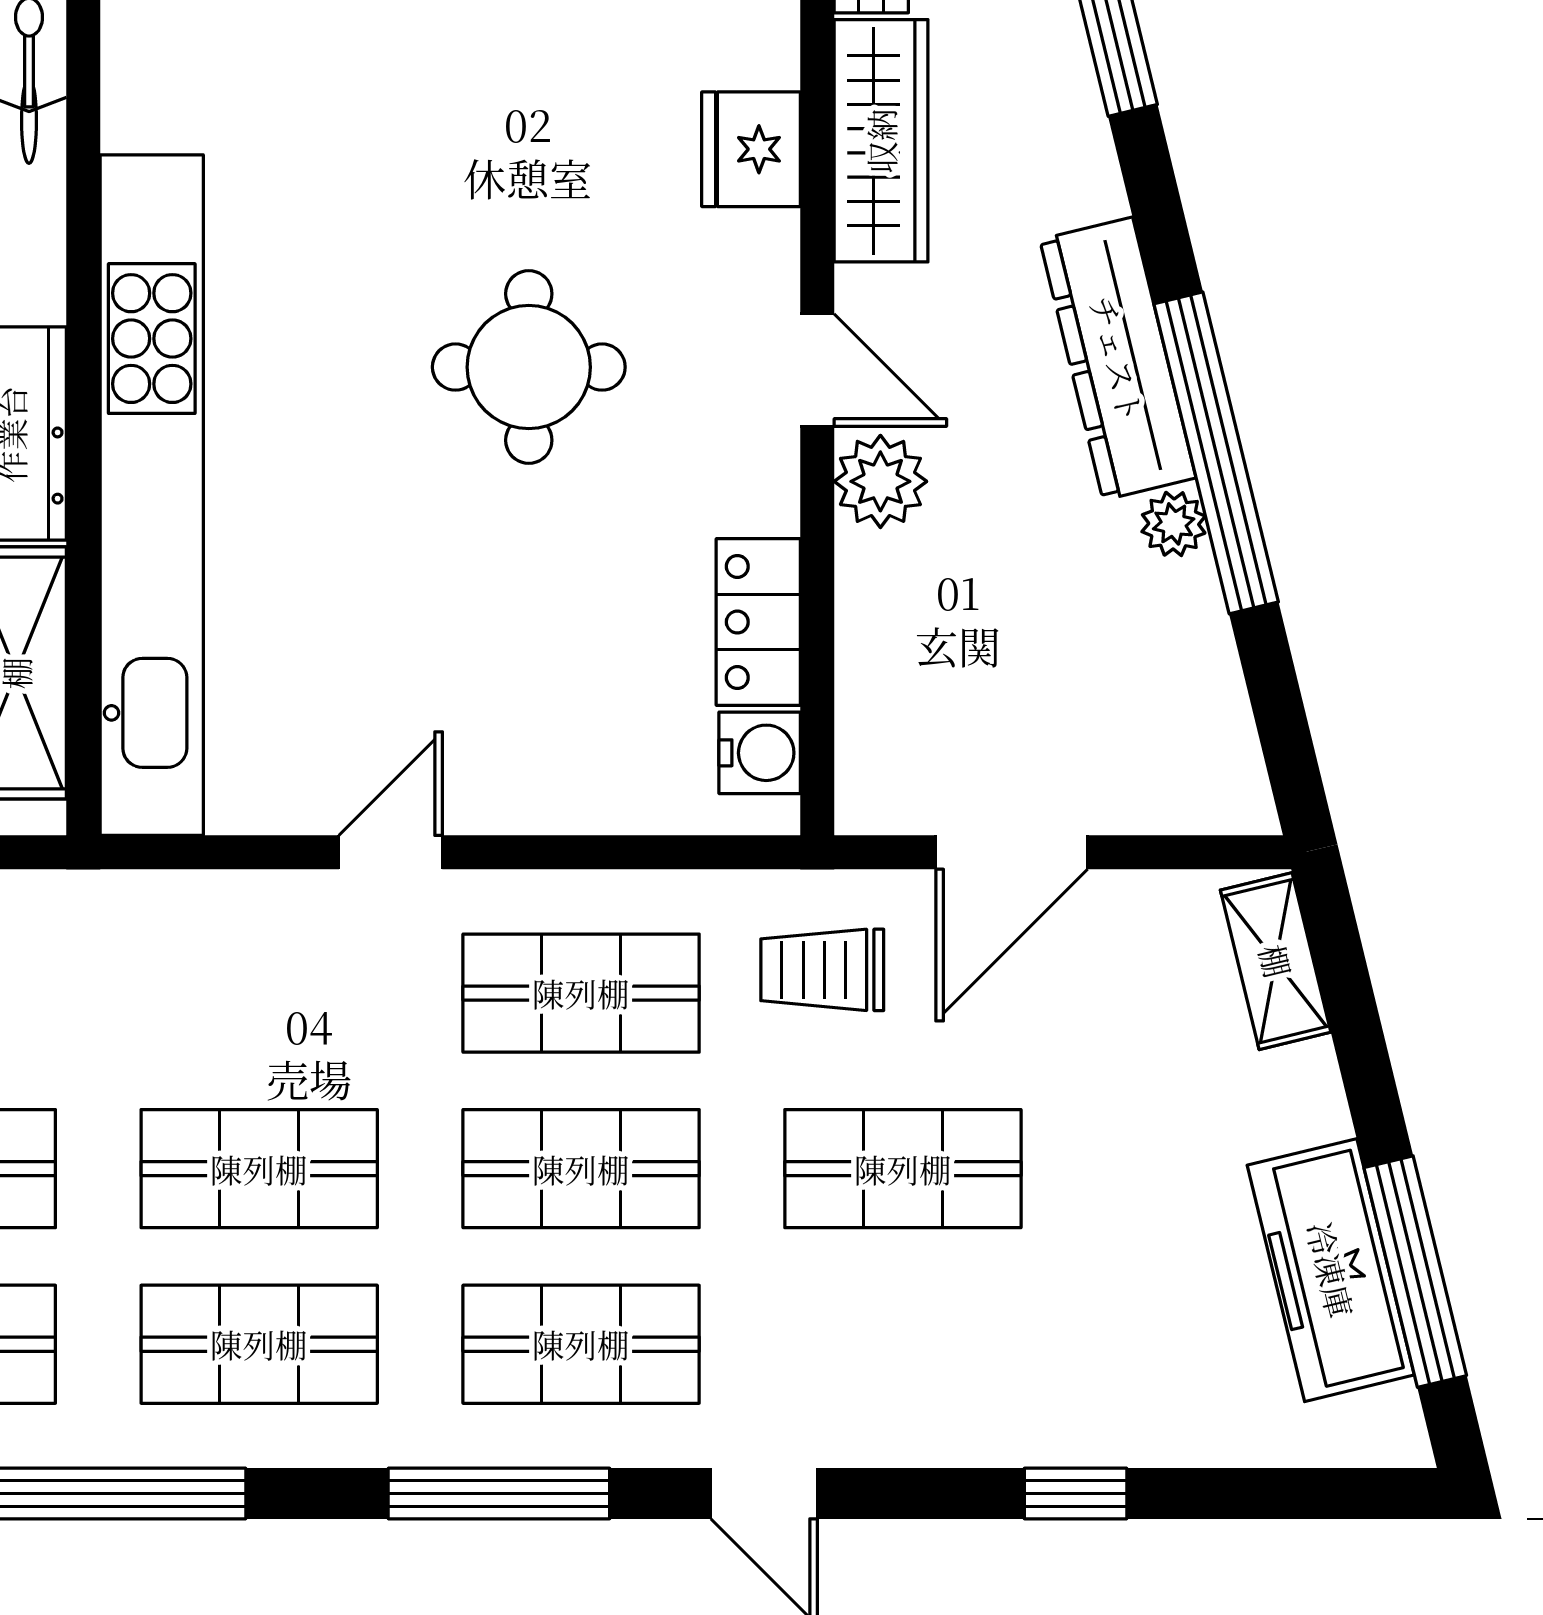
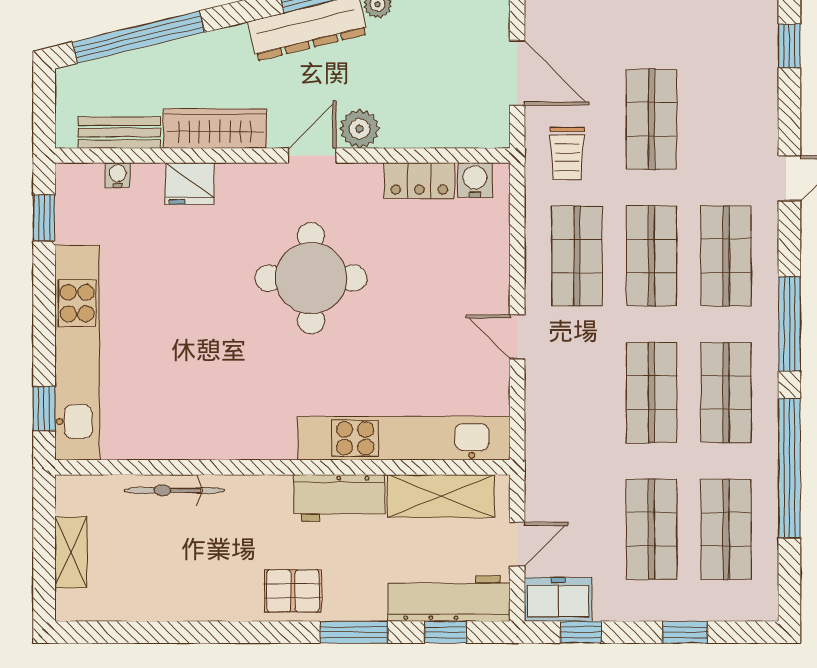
fridge: (751, 149) -> (190, 184), moved
round table: (529, 367) -> (311, 278), width x1.36, depth x1.36
kitchen unit: (152, 495) -> (404, 438), width x0.73
window: (499, 1493) -> (789, 324), moved

